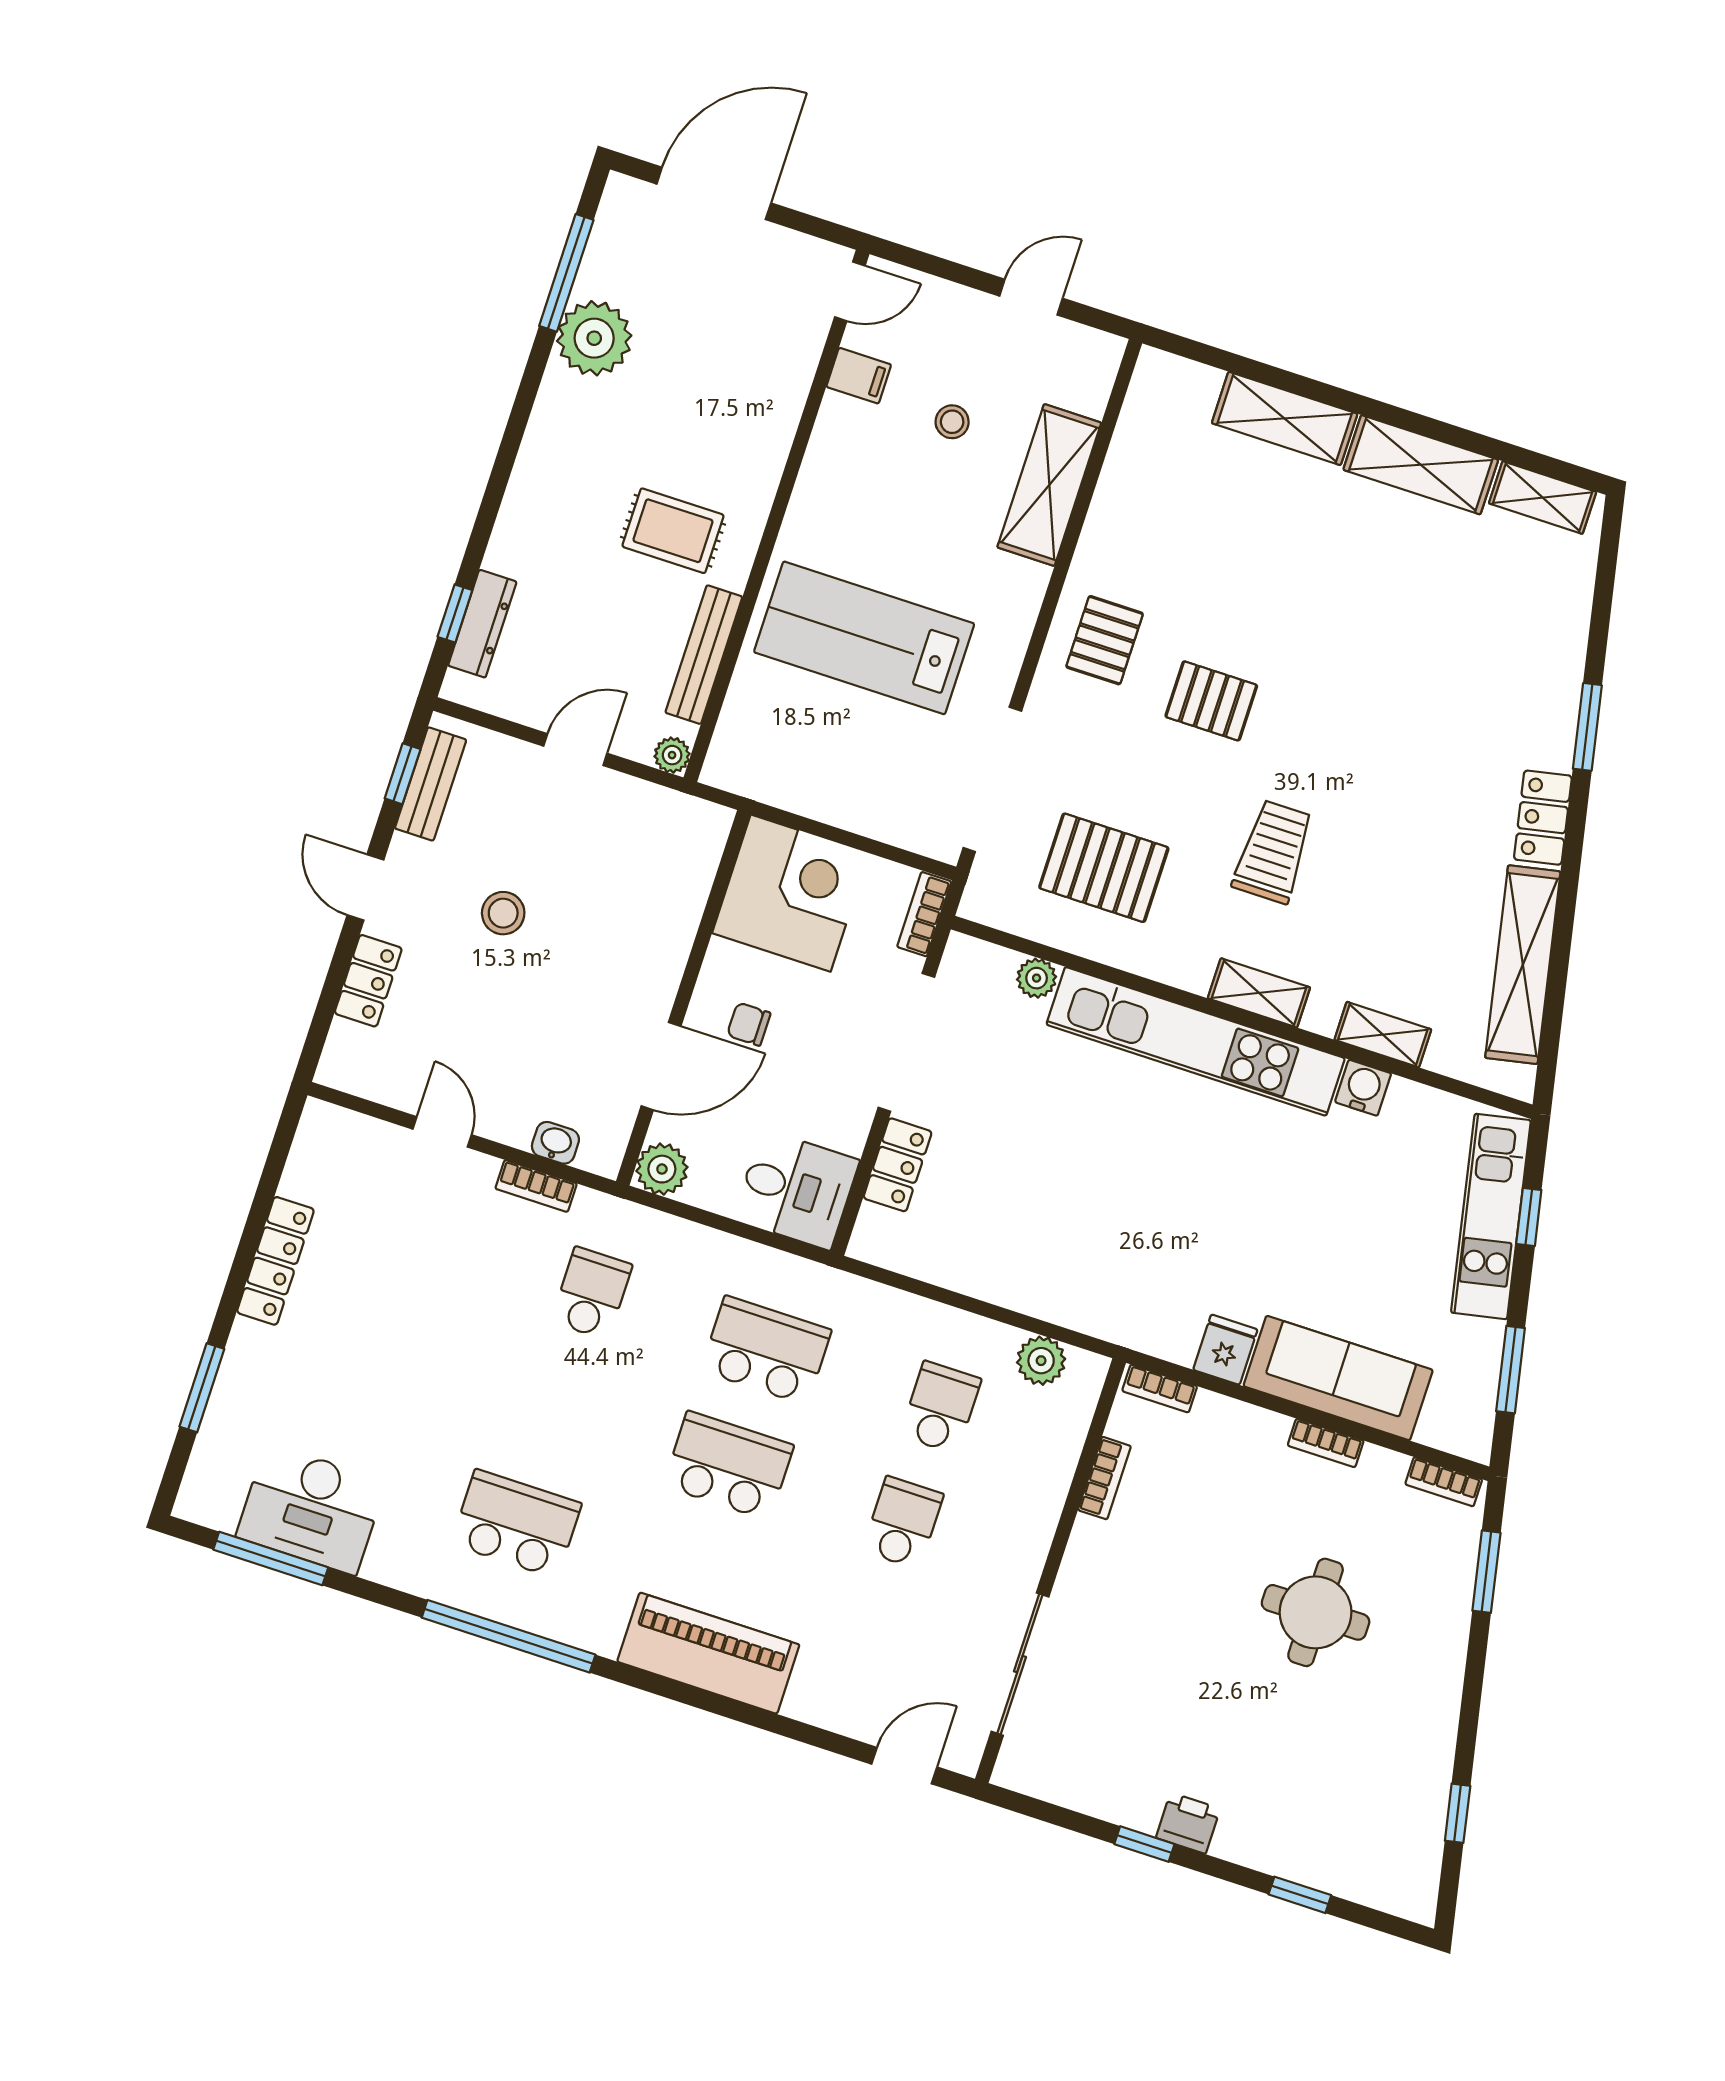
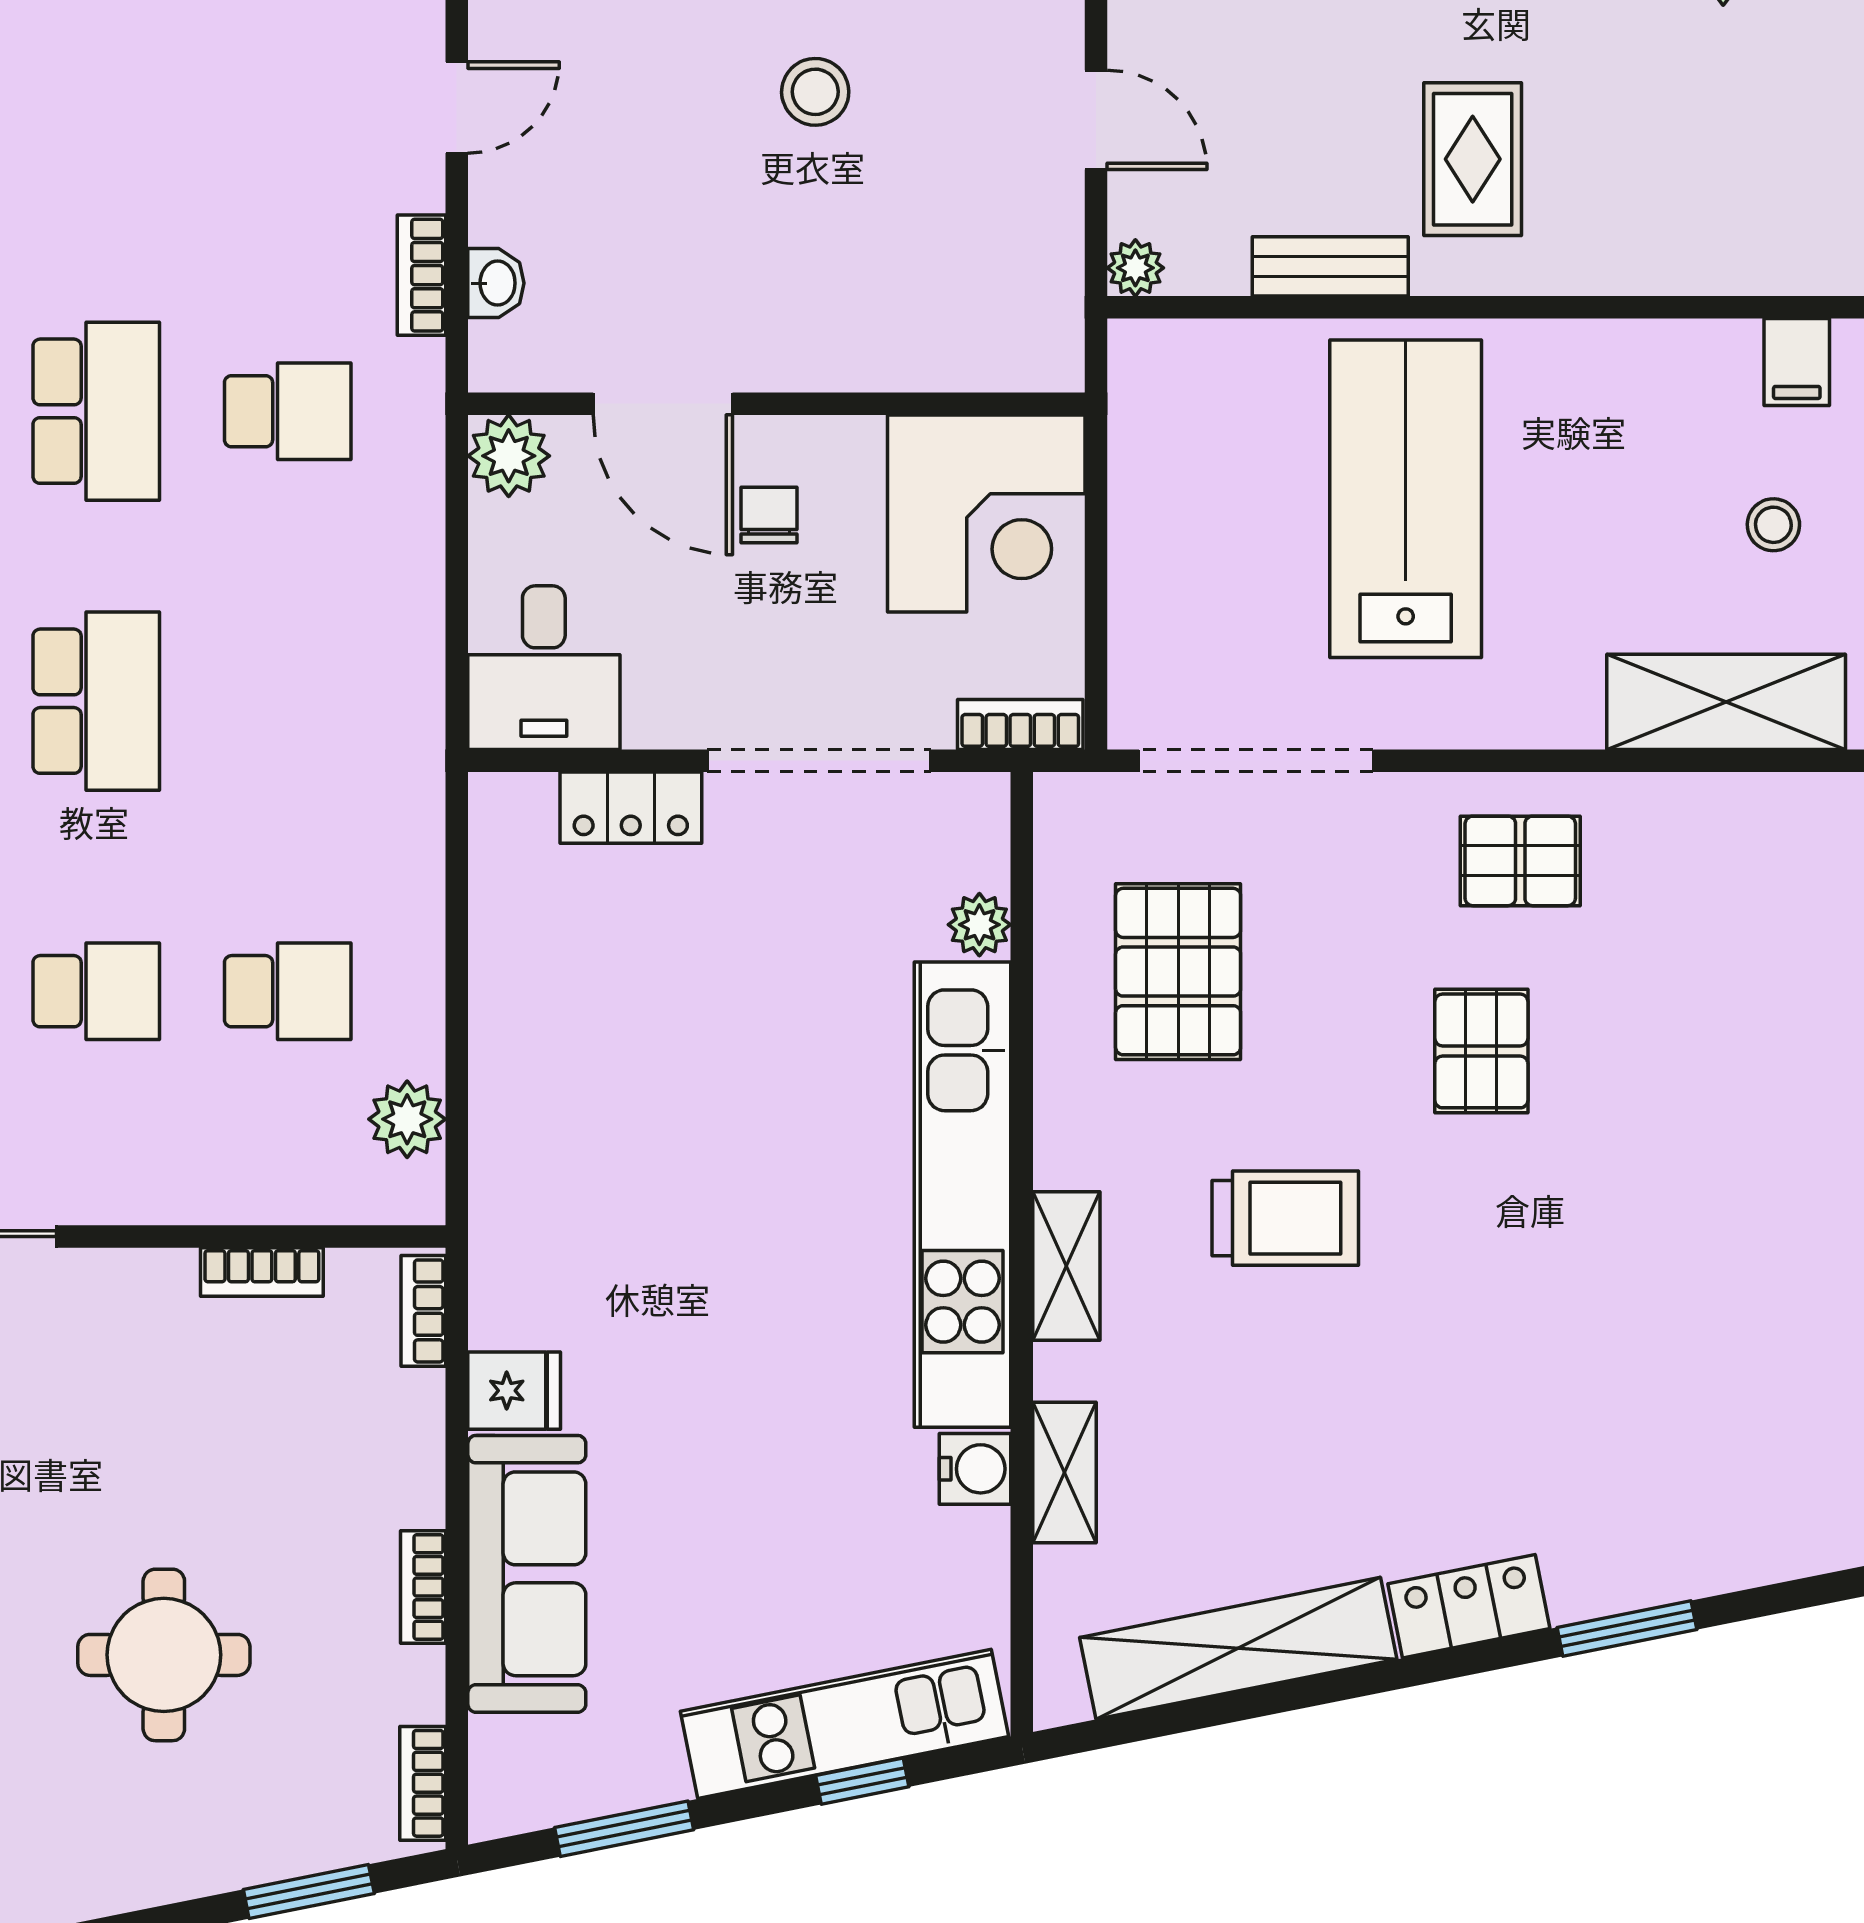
bench: (704, 655) -> (1330, 266), width x0.73
school desk: (766, 1350) -> (96, 411), moved

